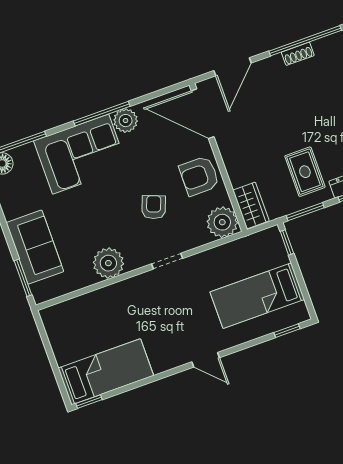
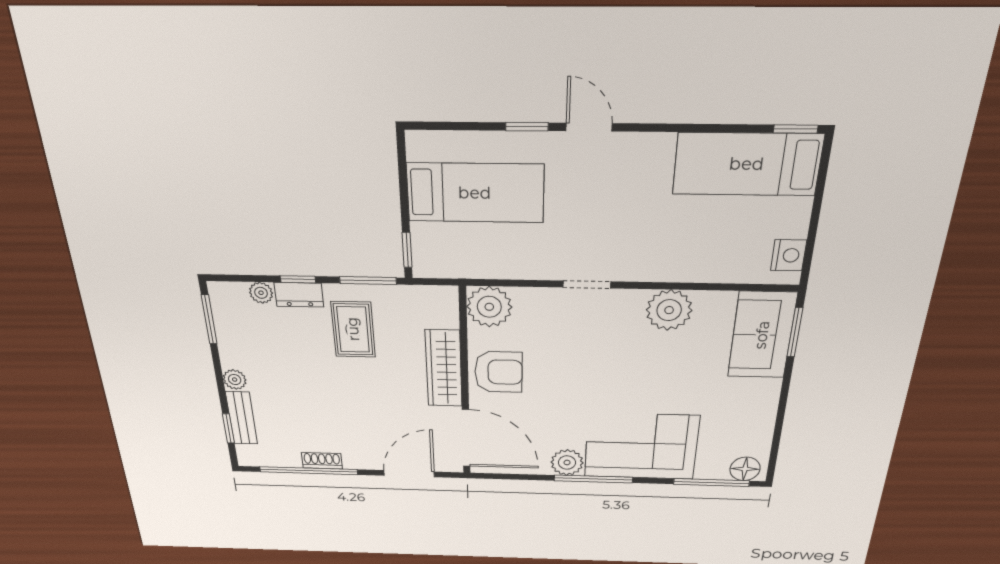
wardrobe: (251, 205) -> (444, 368), moved, width x1.50
armchair: (154, 207) -> (575, 356), removed
sofa: (35, 247) -> (762, 335), moved
nightstand: (54, 327) -> (789, 255), added
window: (287, 331) -> (527, 127), moved

